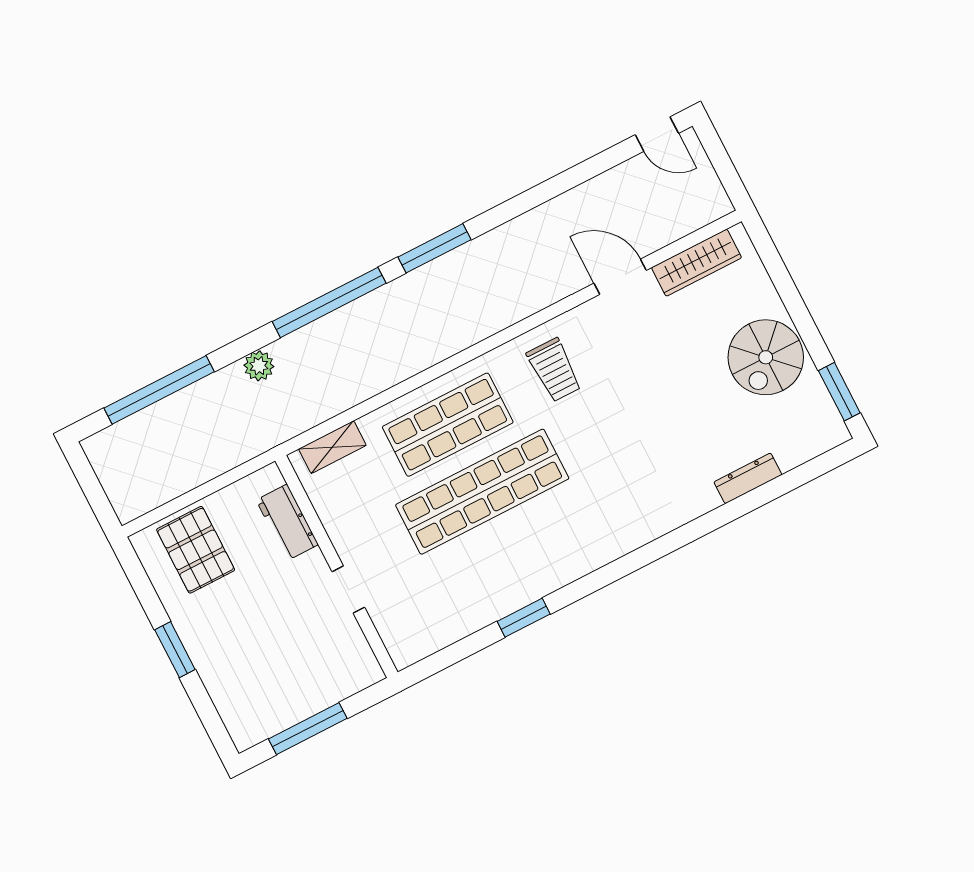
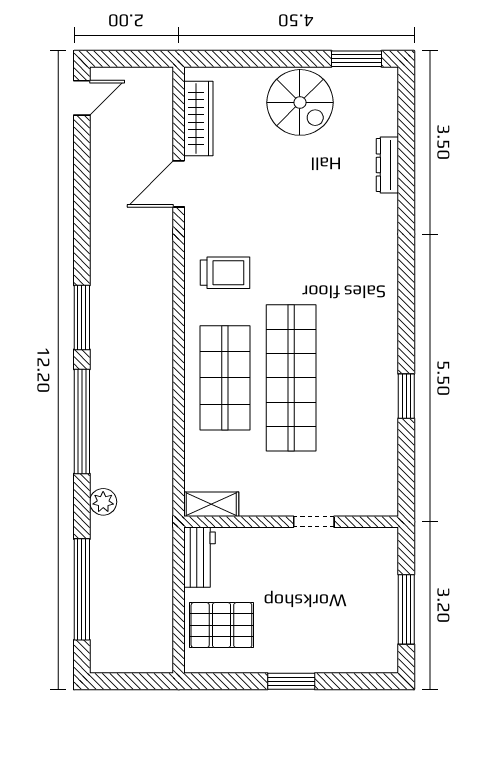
shelving: (332, 447) -> (211, 504), moved, turned 90
workbench: (287, 522) -> (199, 557), moved, turned -90

